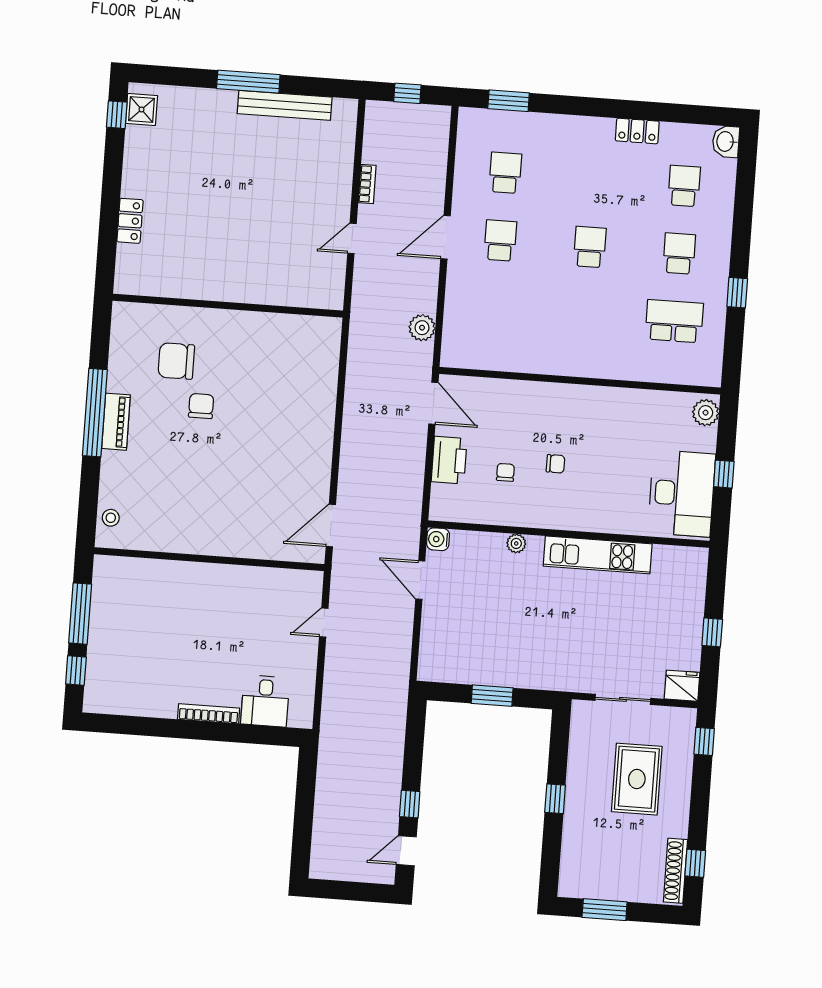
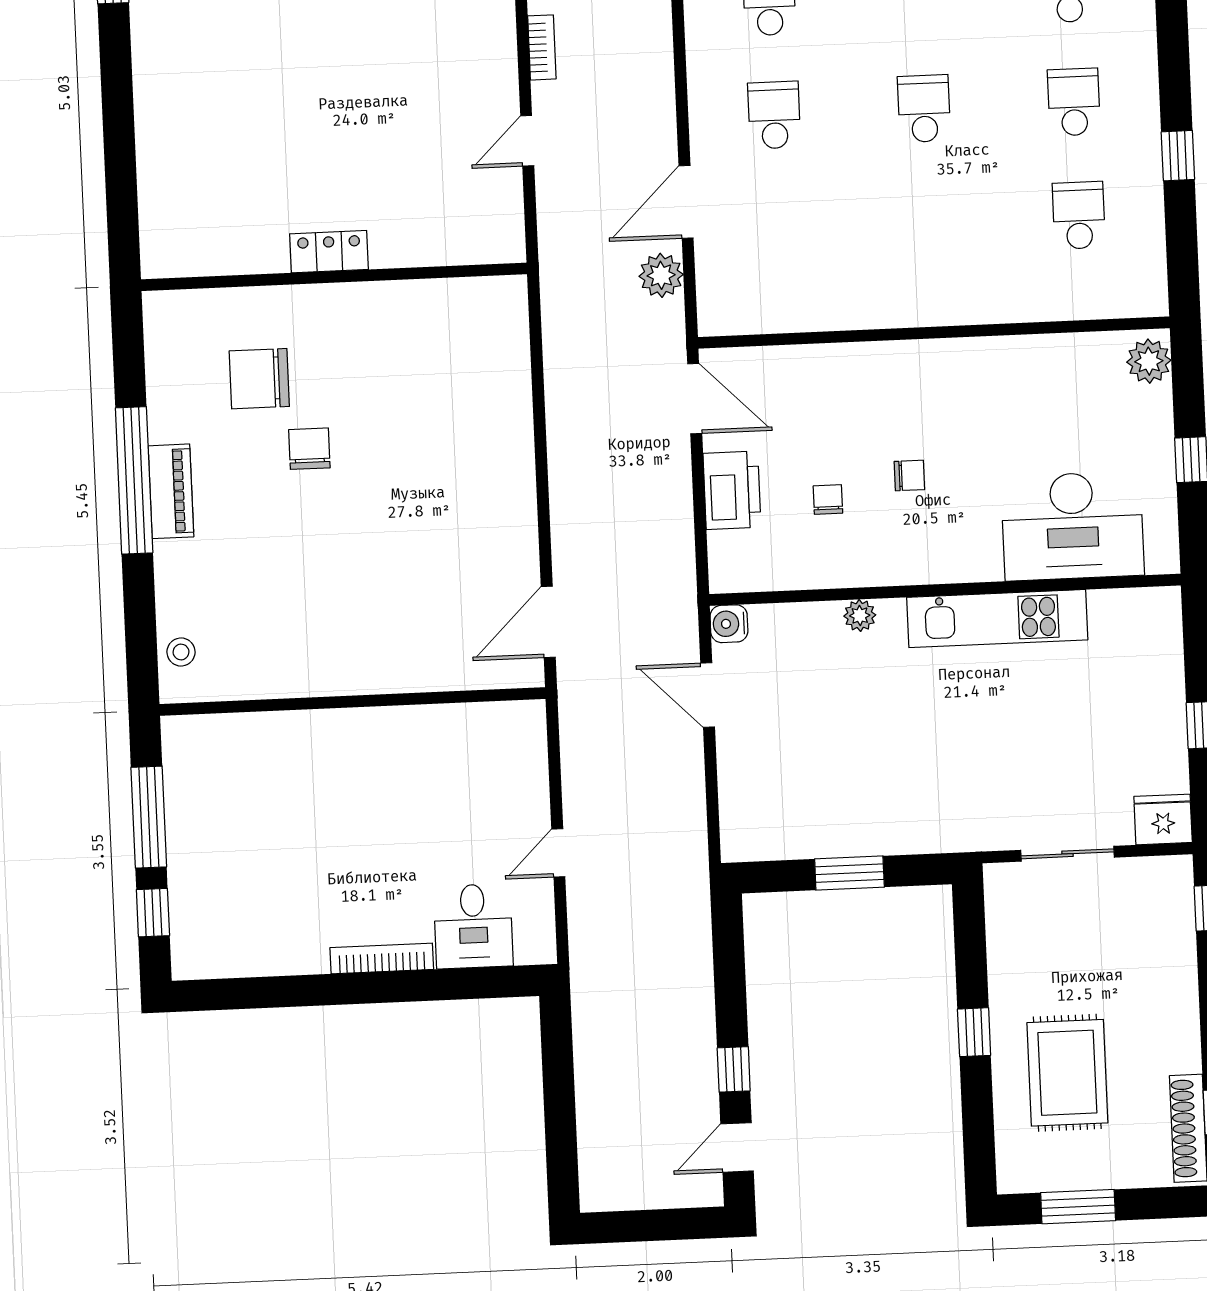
locker: (130, 221) -> (329, 252), moved, turned -90
door: (446, 237) -> (686, 202), moved
school desk: (674, 321) -> (1079, 215), width x0.54
desk: (682, 493) -> (1073, 526), moved, turned 90
door: (324, 622) -> (558, 853), moved
rug: (637, 779) -> (1067, 1073), moved

